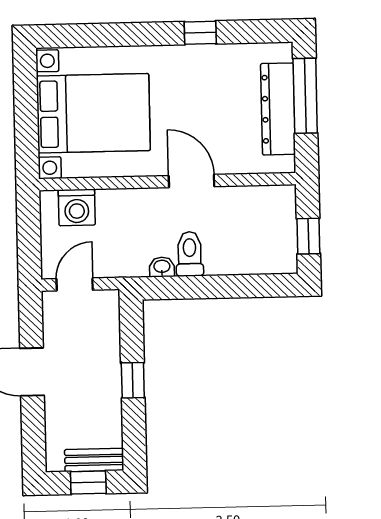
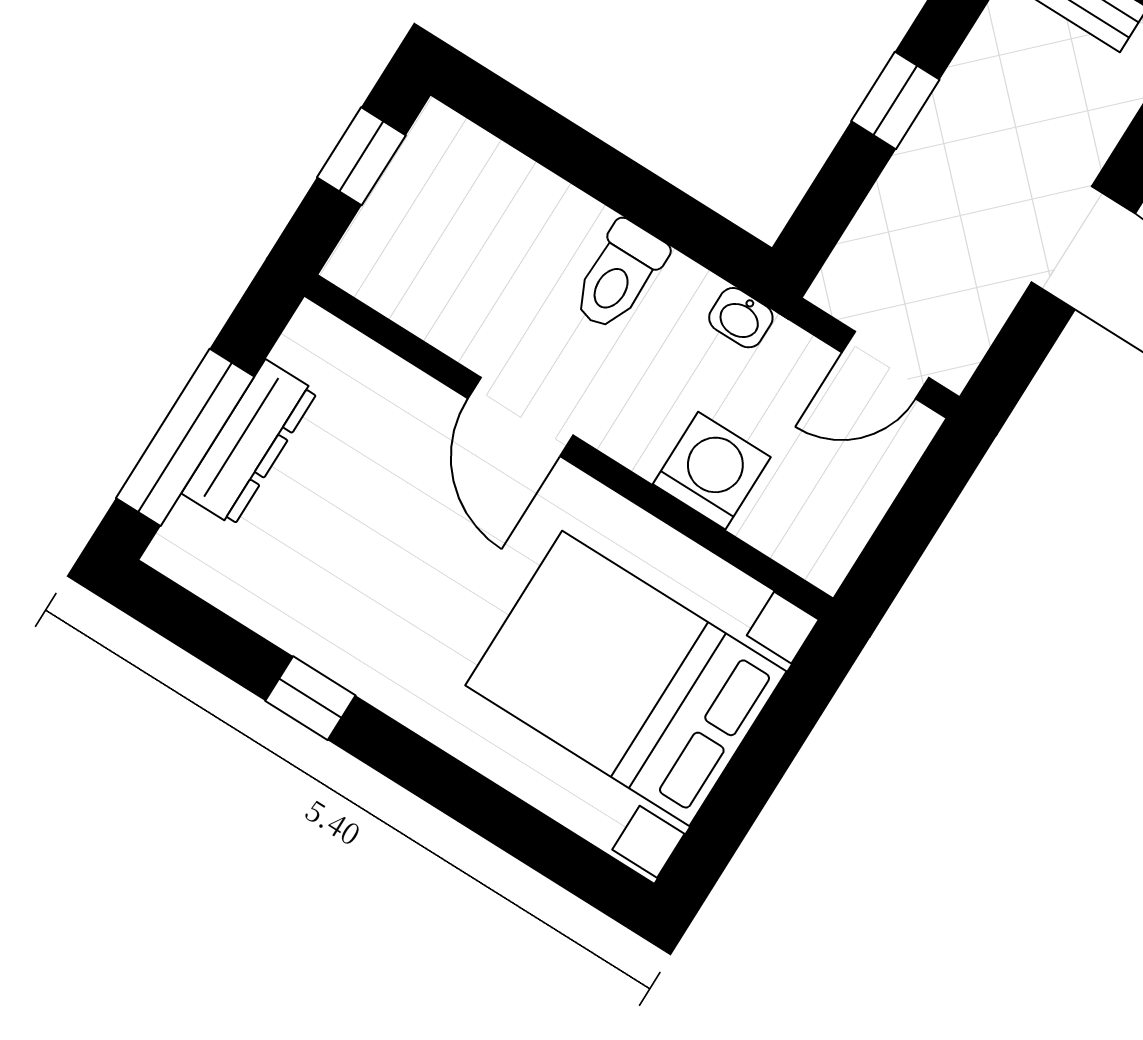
dresser: (278, 109) -> (250, 443), width x0.73, depth x0.80
washing machine: (77, 207) -> (712, 471), moved
washbasin: (162, 267) -> (741, 318), moved

